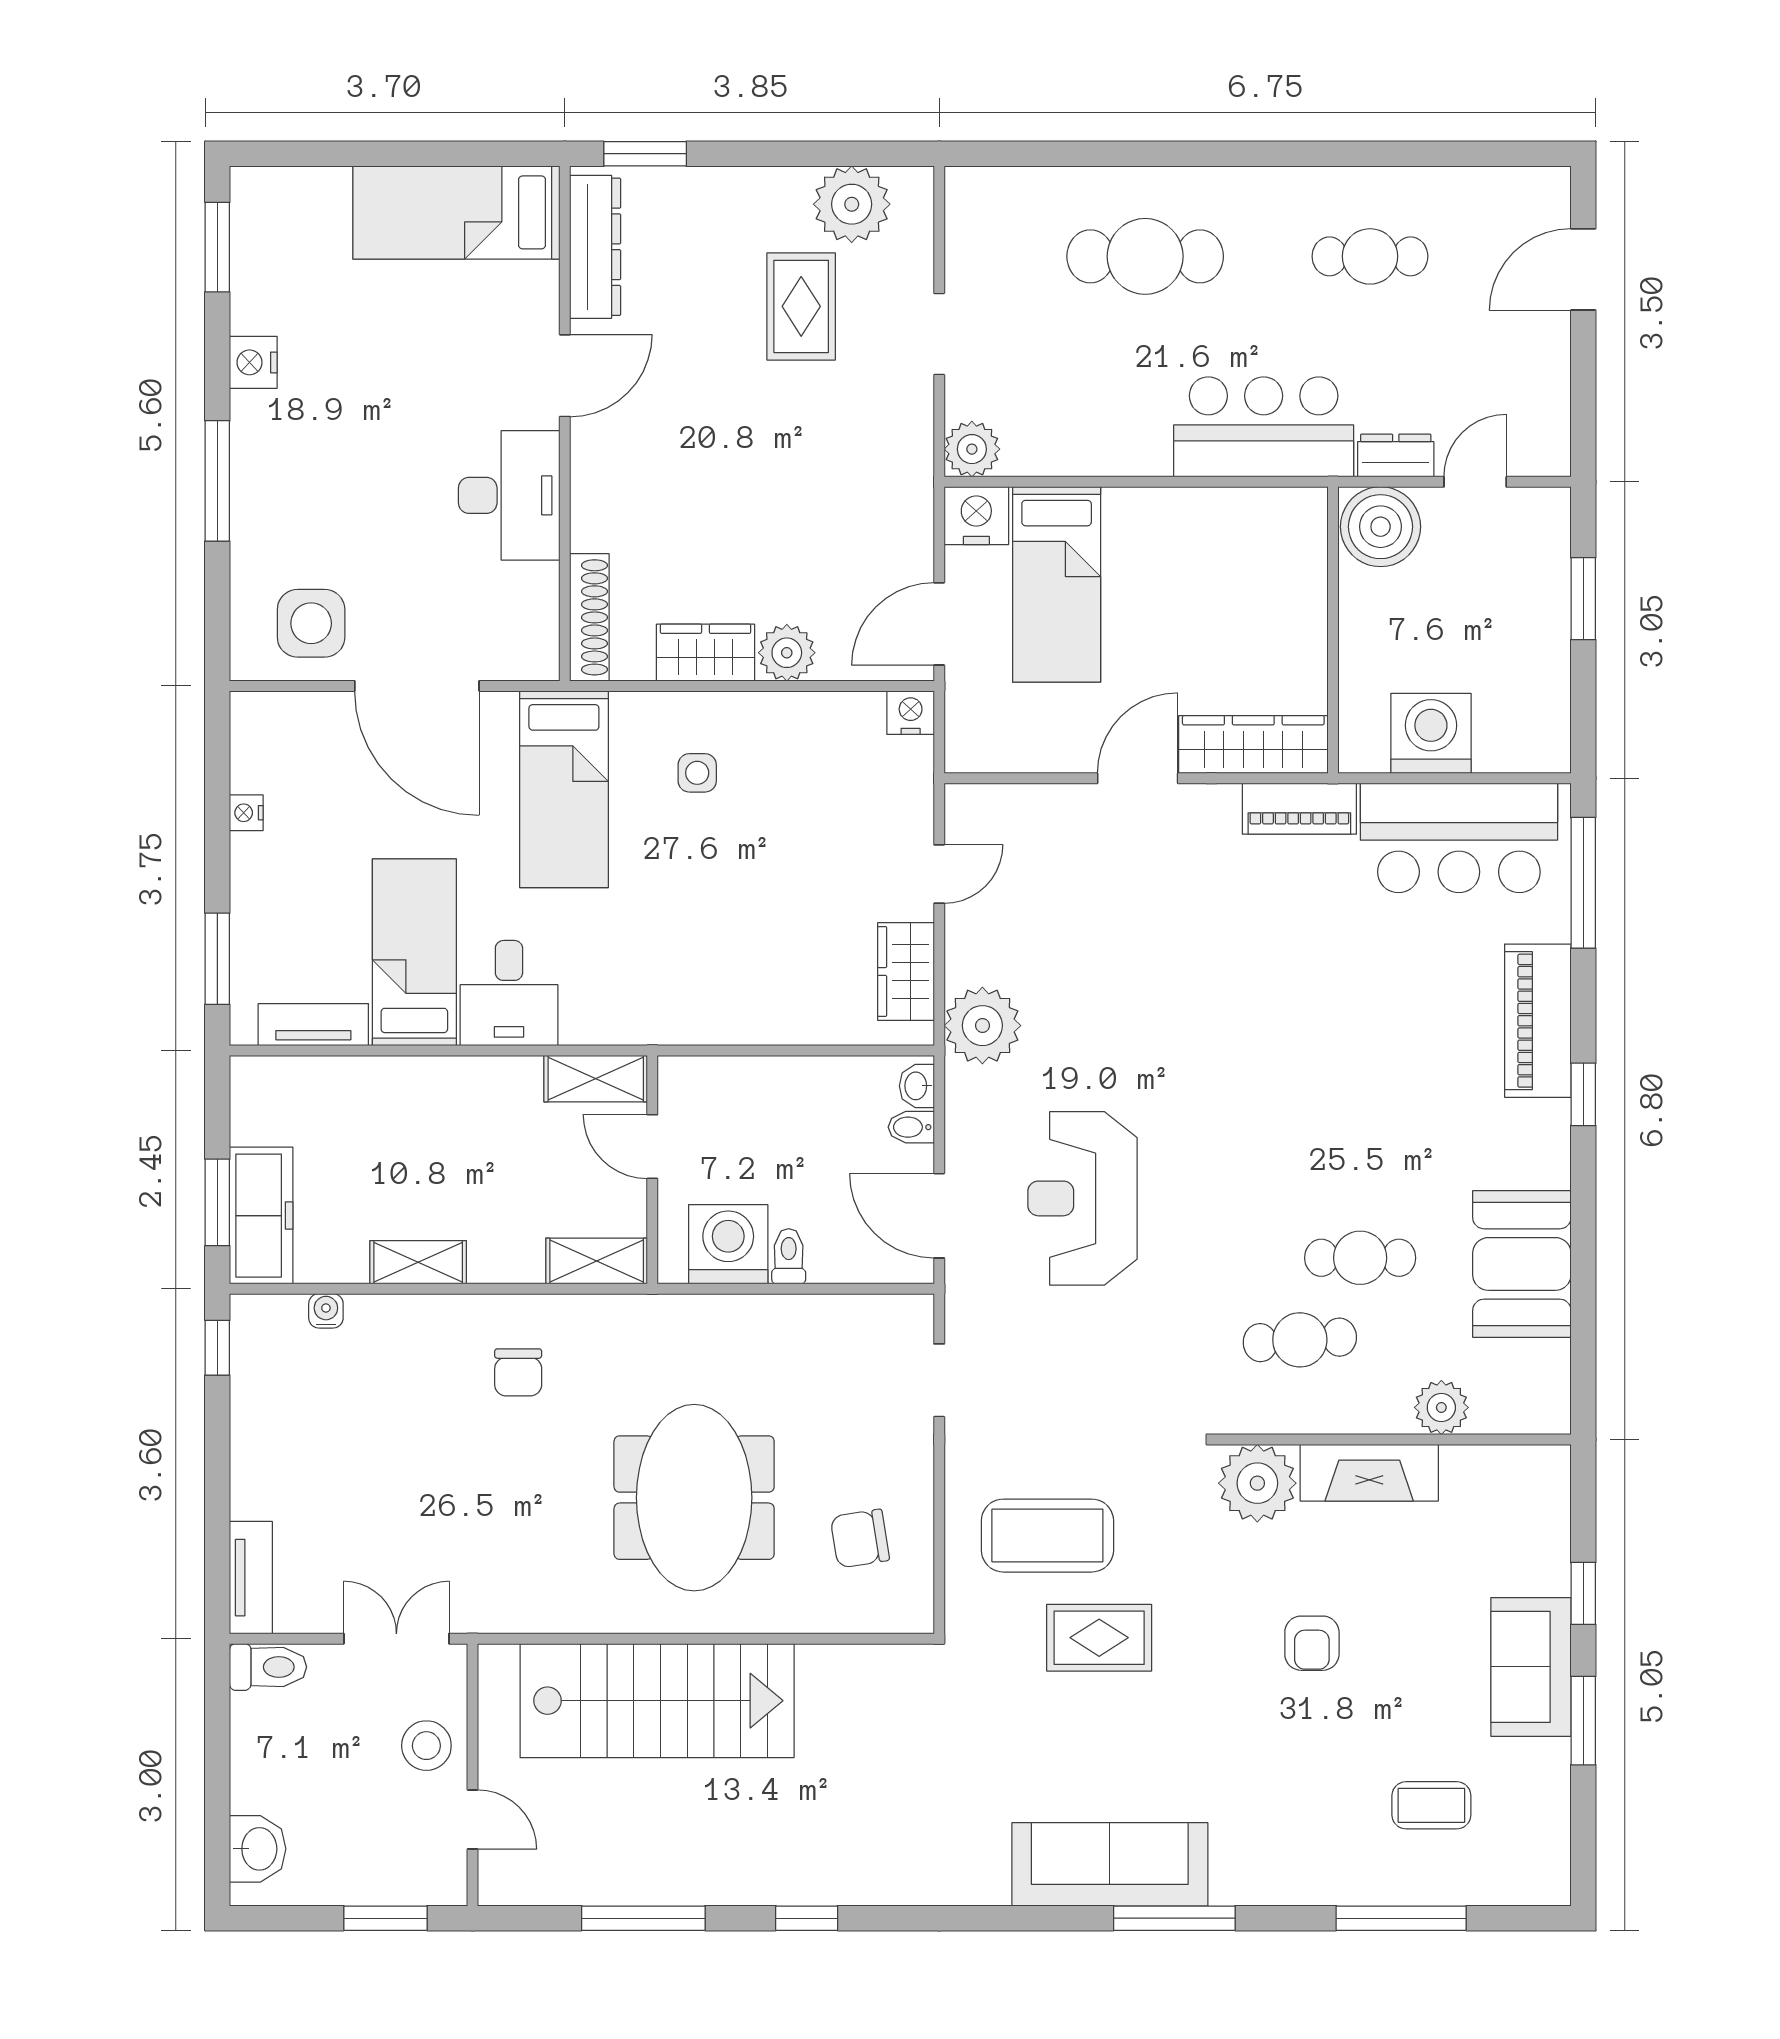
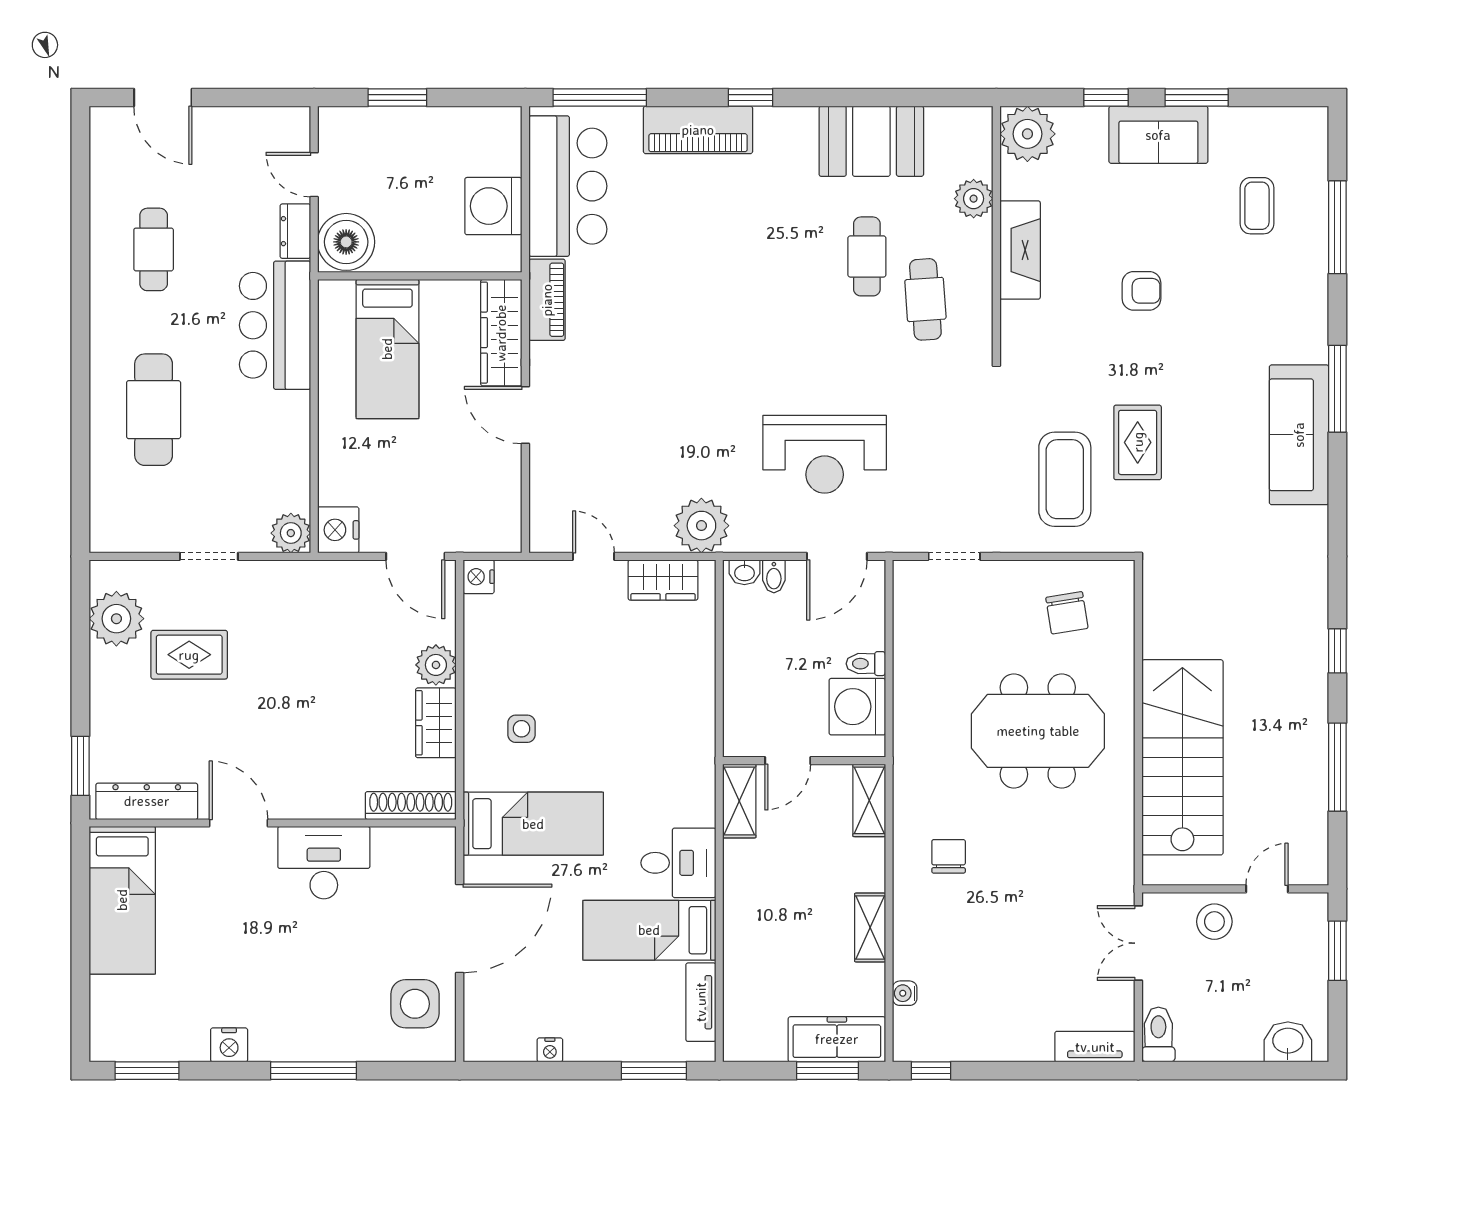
bed: (1057, 584) -> (387, 349), moved, turned 90
chair: (518, 1372) -> (949, 856), turned -90
plant: (1257, 1483) -> (1027, 134), moved

